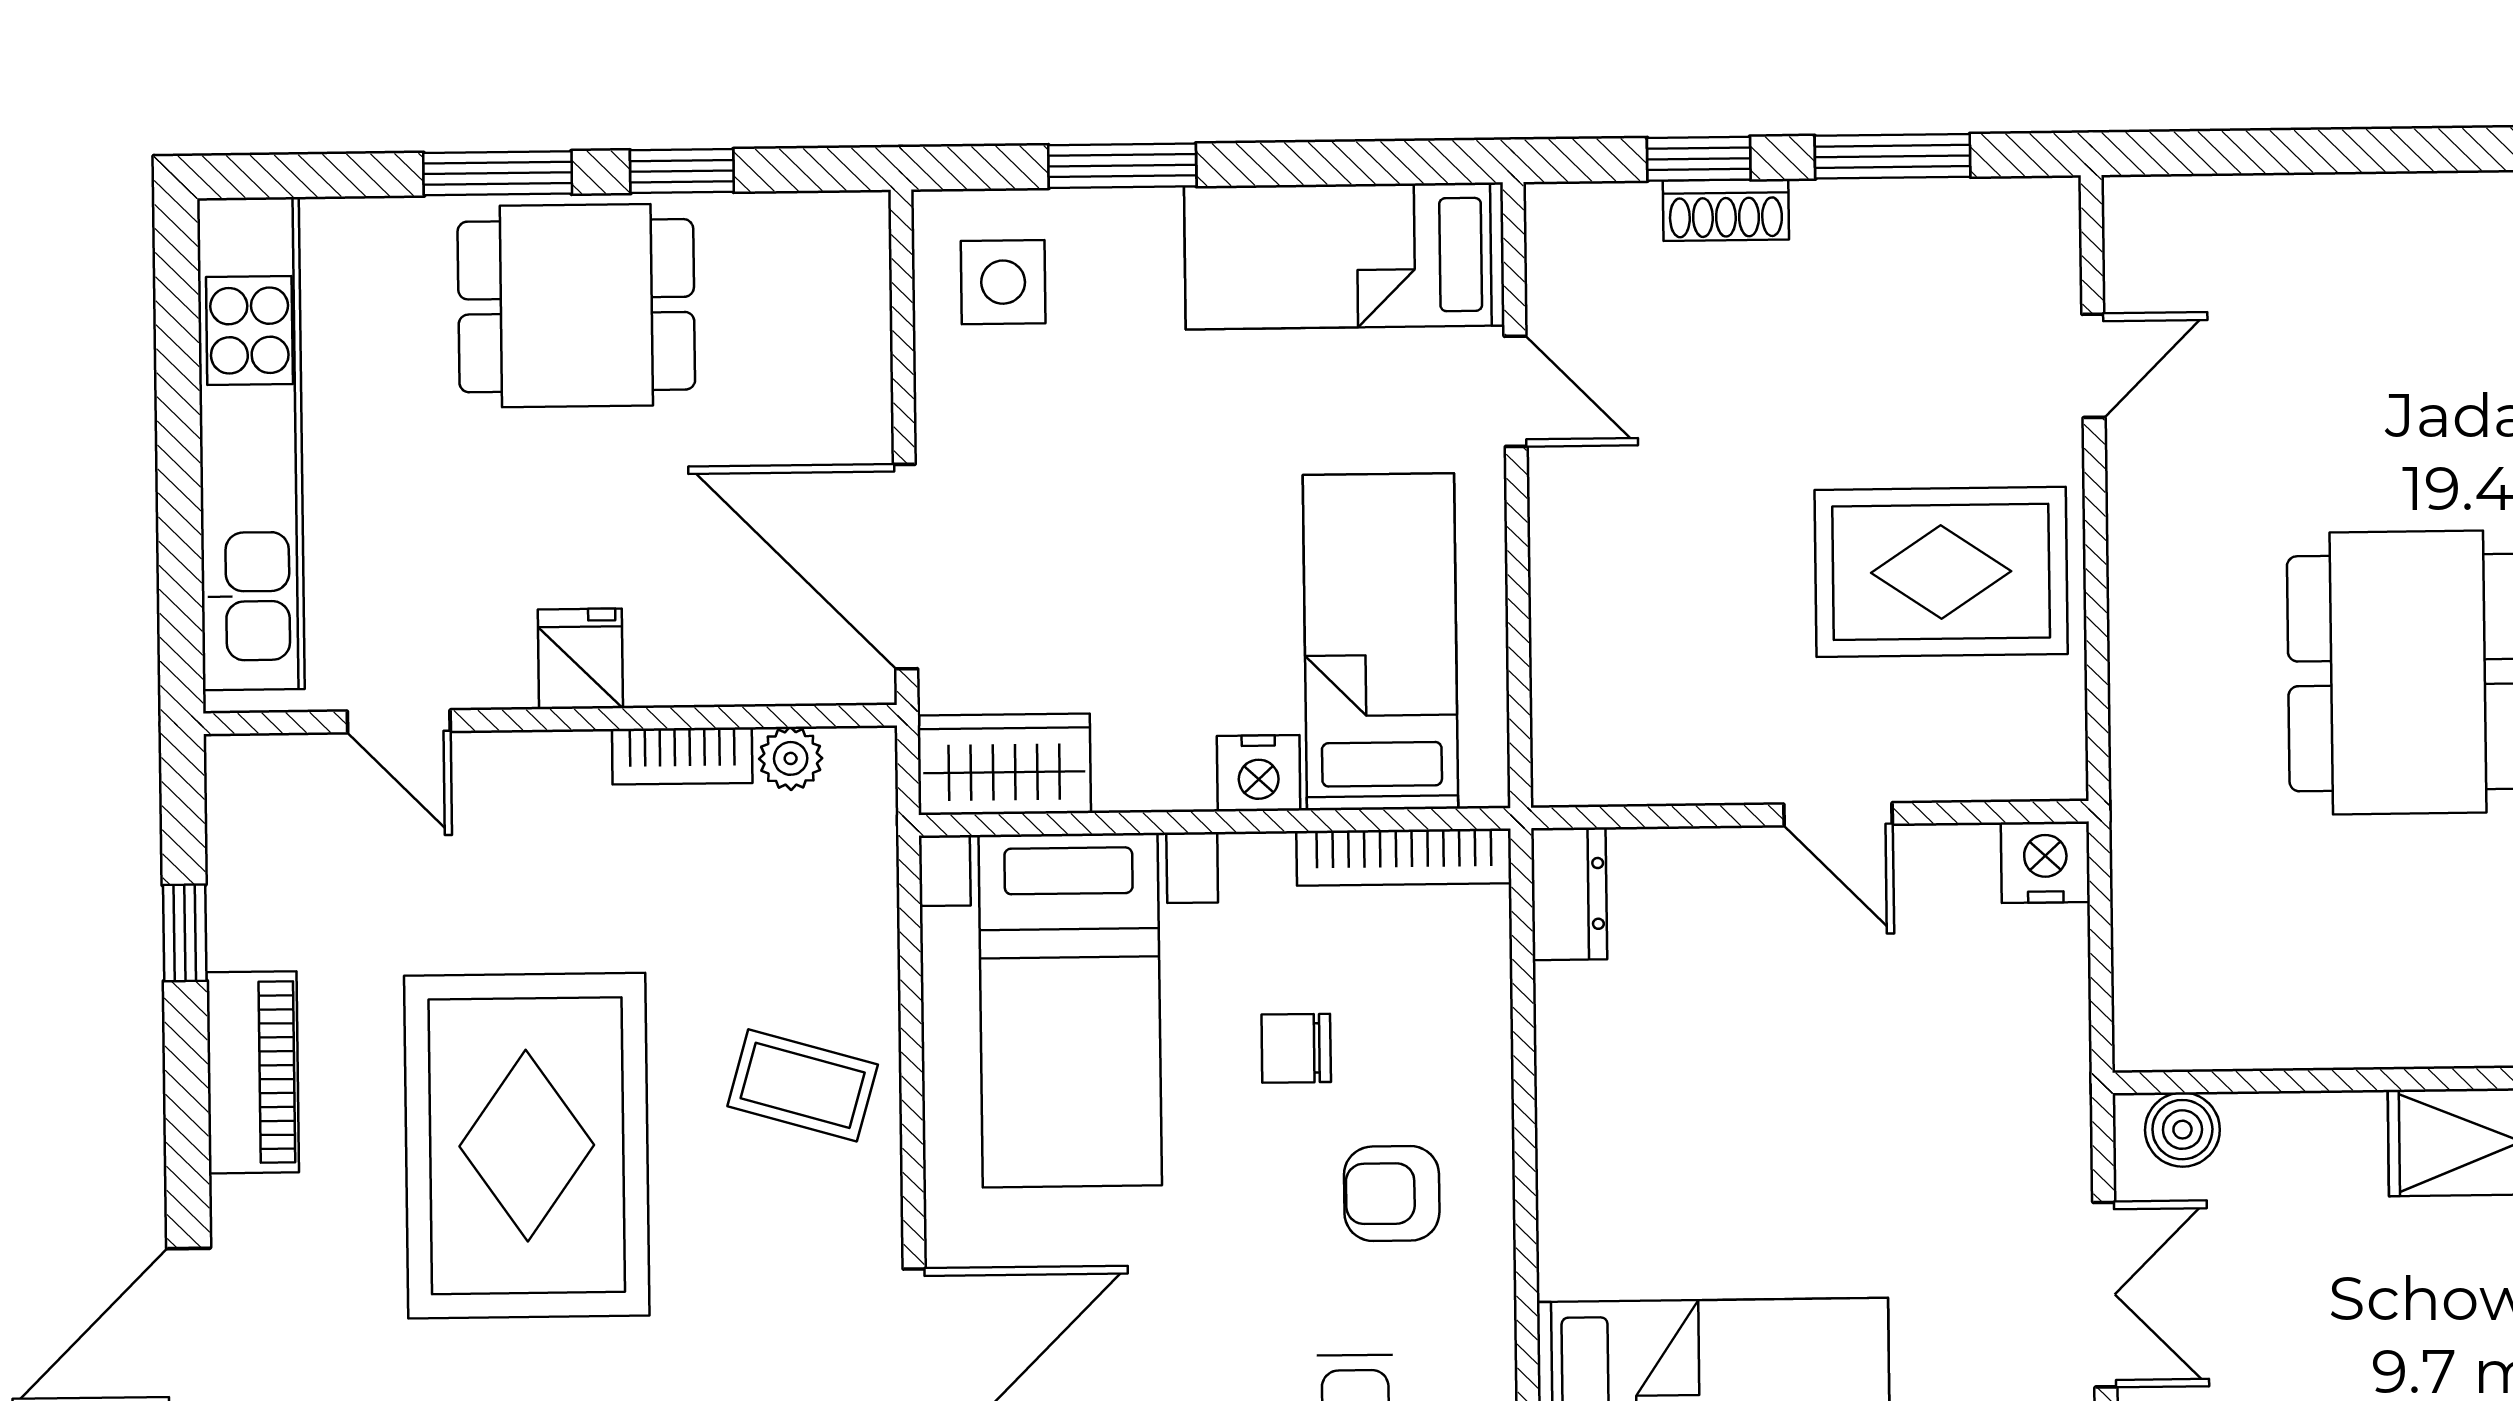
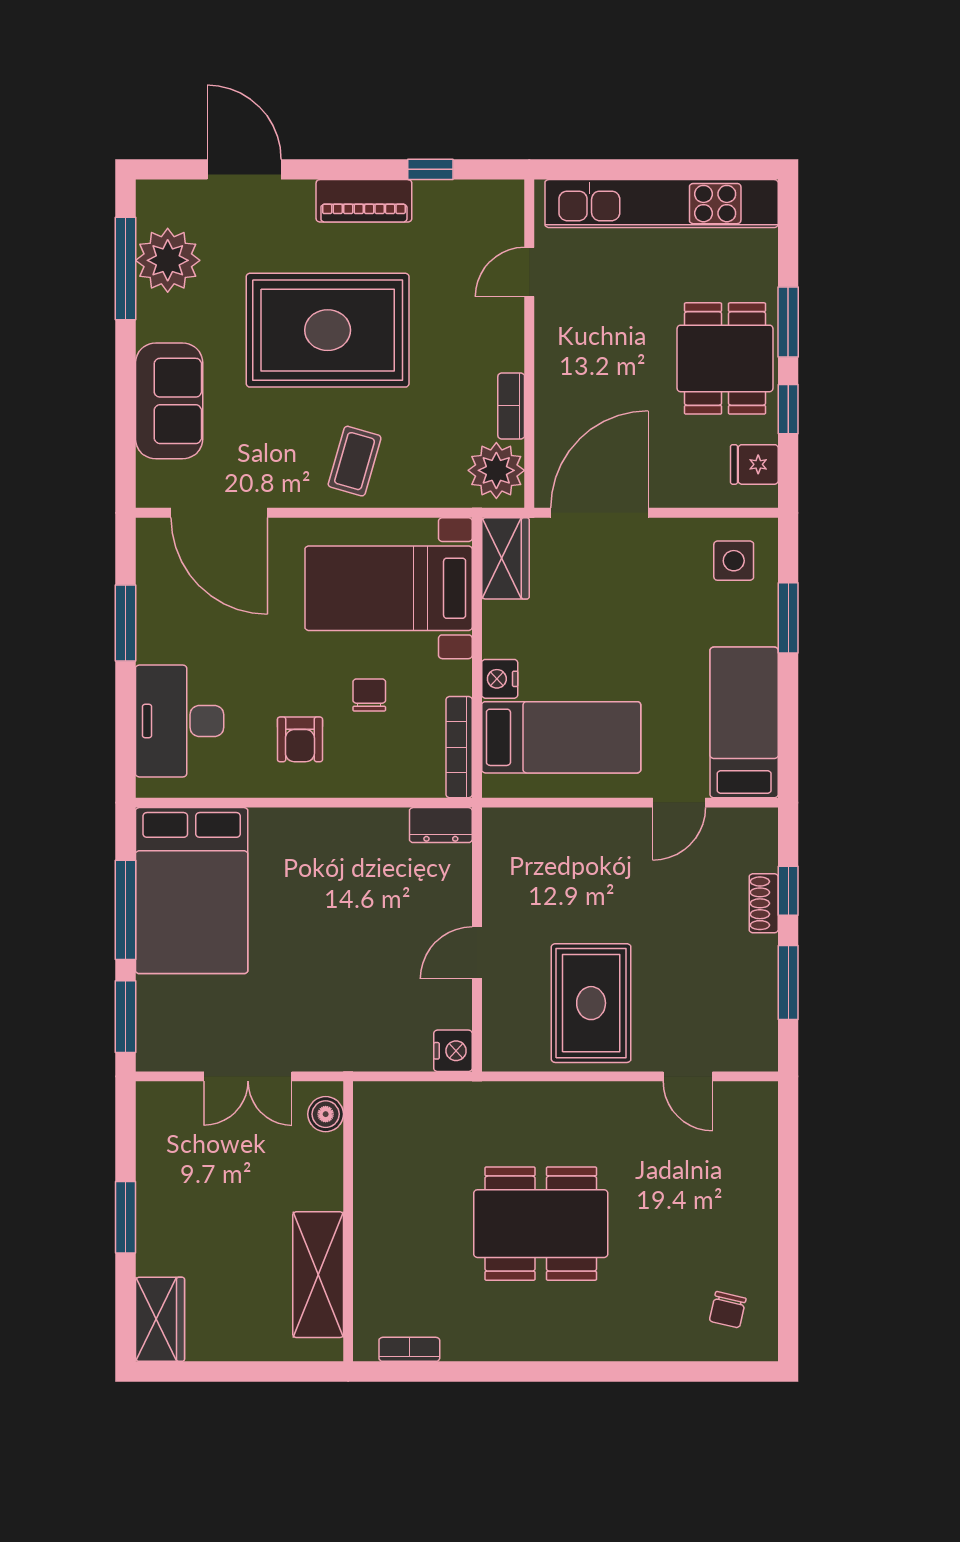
fridge: (580, 659) -> (754, 464), moved, turned 180
plant: (791, 758) -> (496, 470), width x1.87, depth x1.87
armchair: (1392, 1194) -> (300, 739), turned 180

